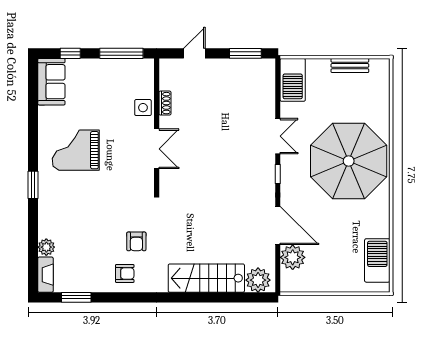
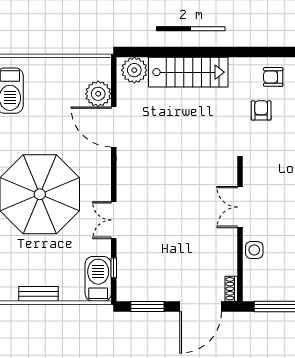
door: (194, 53) -> (201, 306), width x1.87
shoe rack: (165, 103) -> (231, 289), moved
window: (278, 174) -> (114, 268), moved

